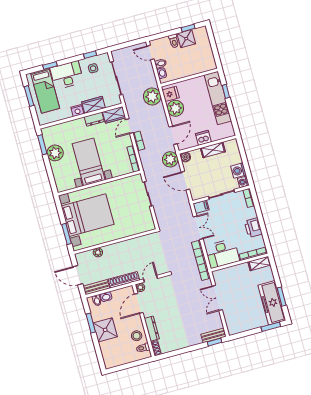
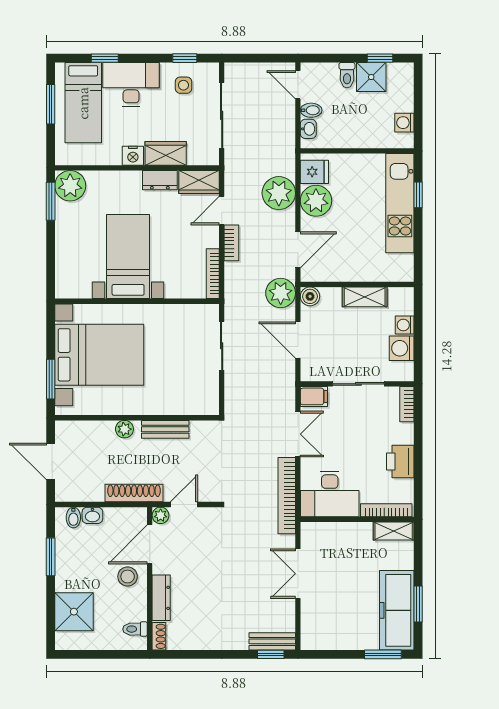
washing machine: (209, 57) -> (404, 123), added
plant: (152, 96) -> (279, 193), moved
dishwasher: (203, 138) -> (353, 270), removed
plant: (55, 153) -> (70, 186), moved
washing machine: (243, 182) -> (405, 325), moved
plant: (98, 252) -> (124, 429), moved
bench: (97, 287) -> (165, 429), moved
shower: (105, 330) -> (74, 612), moved
stool: (137, 336) -> (128, 577), moved

